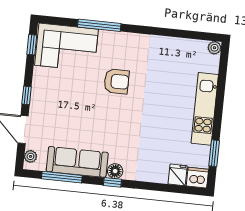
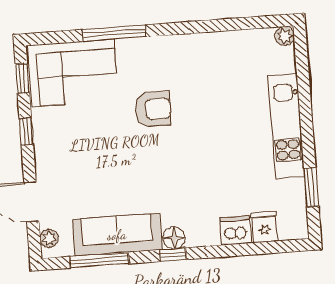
window: (27, 95) -> (26, 132), moved
dishwasher: (197, 178) -> (235, 230), moved

